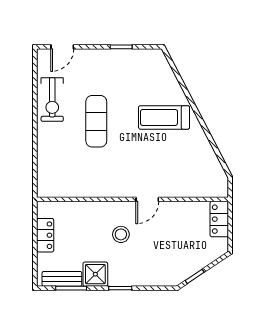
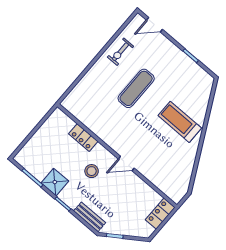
exercise bike: (52, 99) -> (120, 52), width x0.73, depth x0.72
locker: (45, 235) -> (83, 138), moved, turned 90
bench: (62, 279) -> (90, 217), moved

